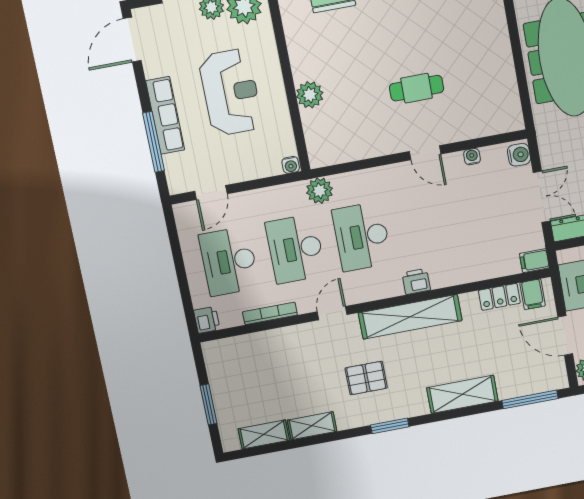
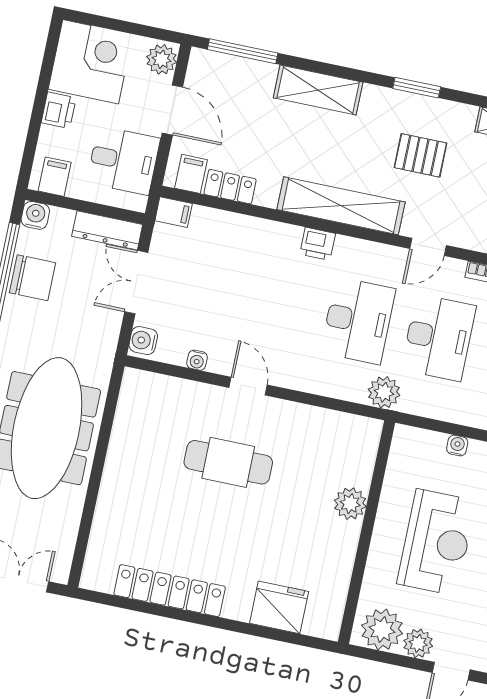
cafe table: (417, 88) -> (228, 462), width x1.37, depth x1.35
reception desk: (231, 92) -> (437, 542), turned 180
water cooler: (291, 165) -> (457, 446), moved

